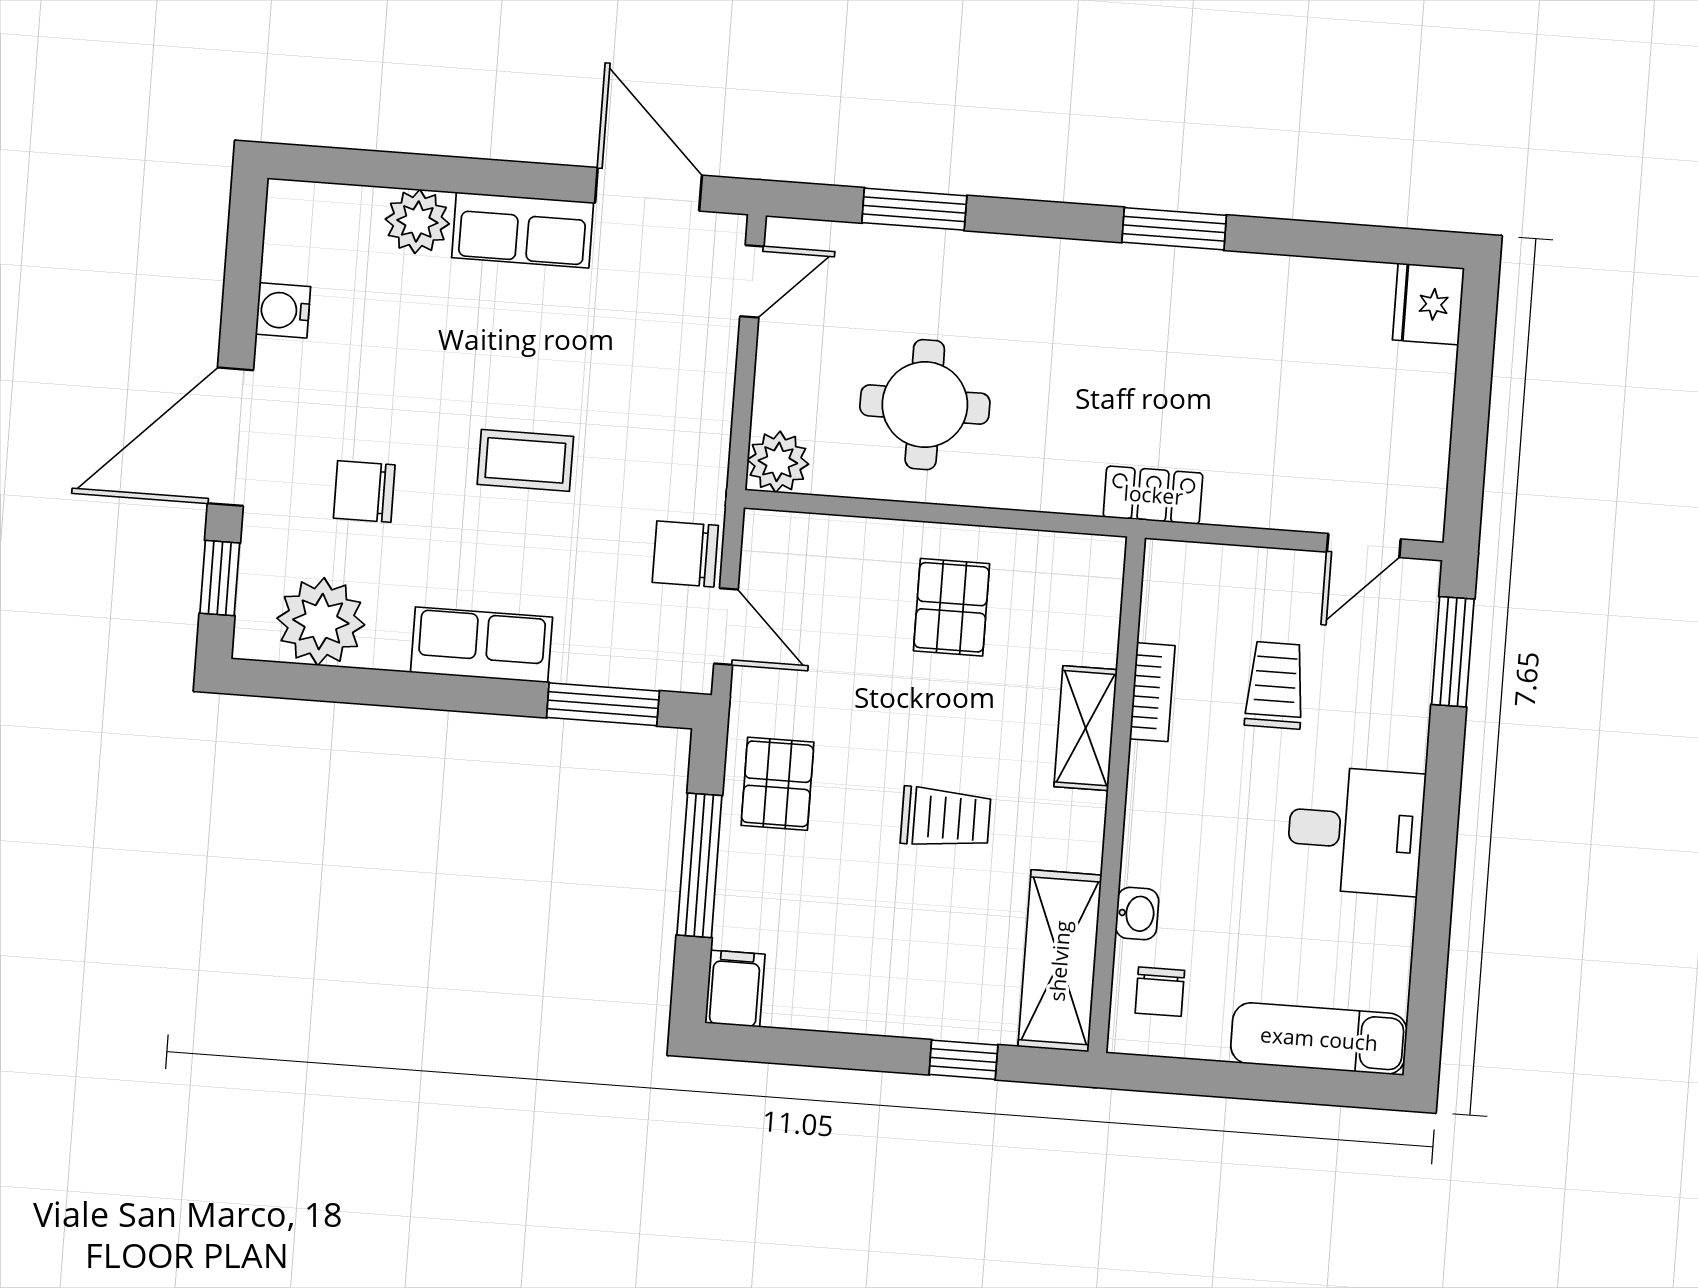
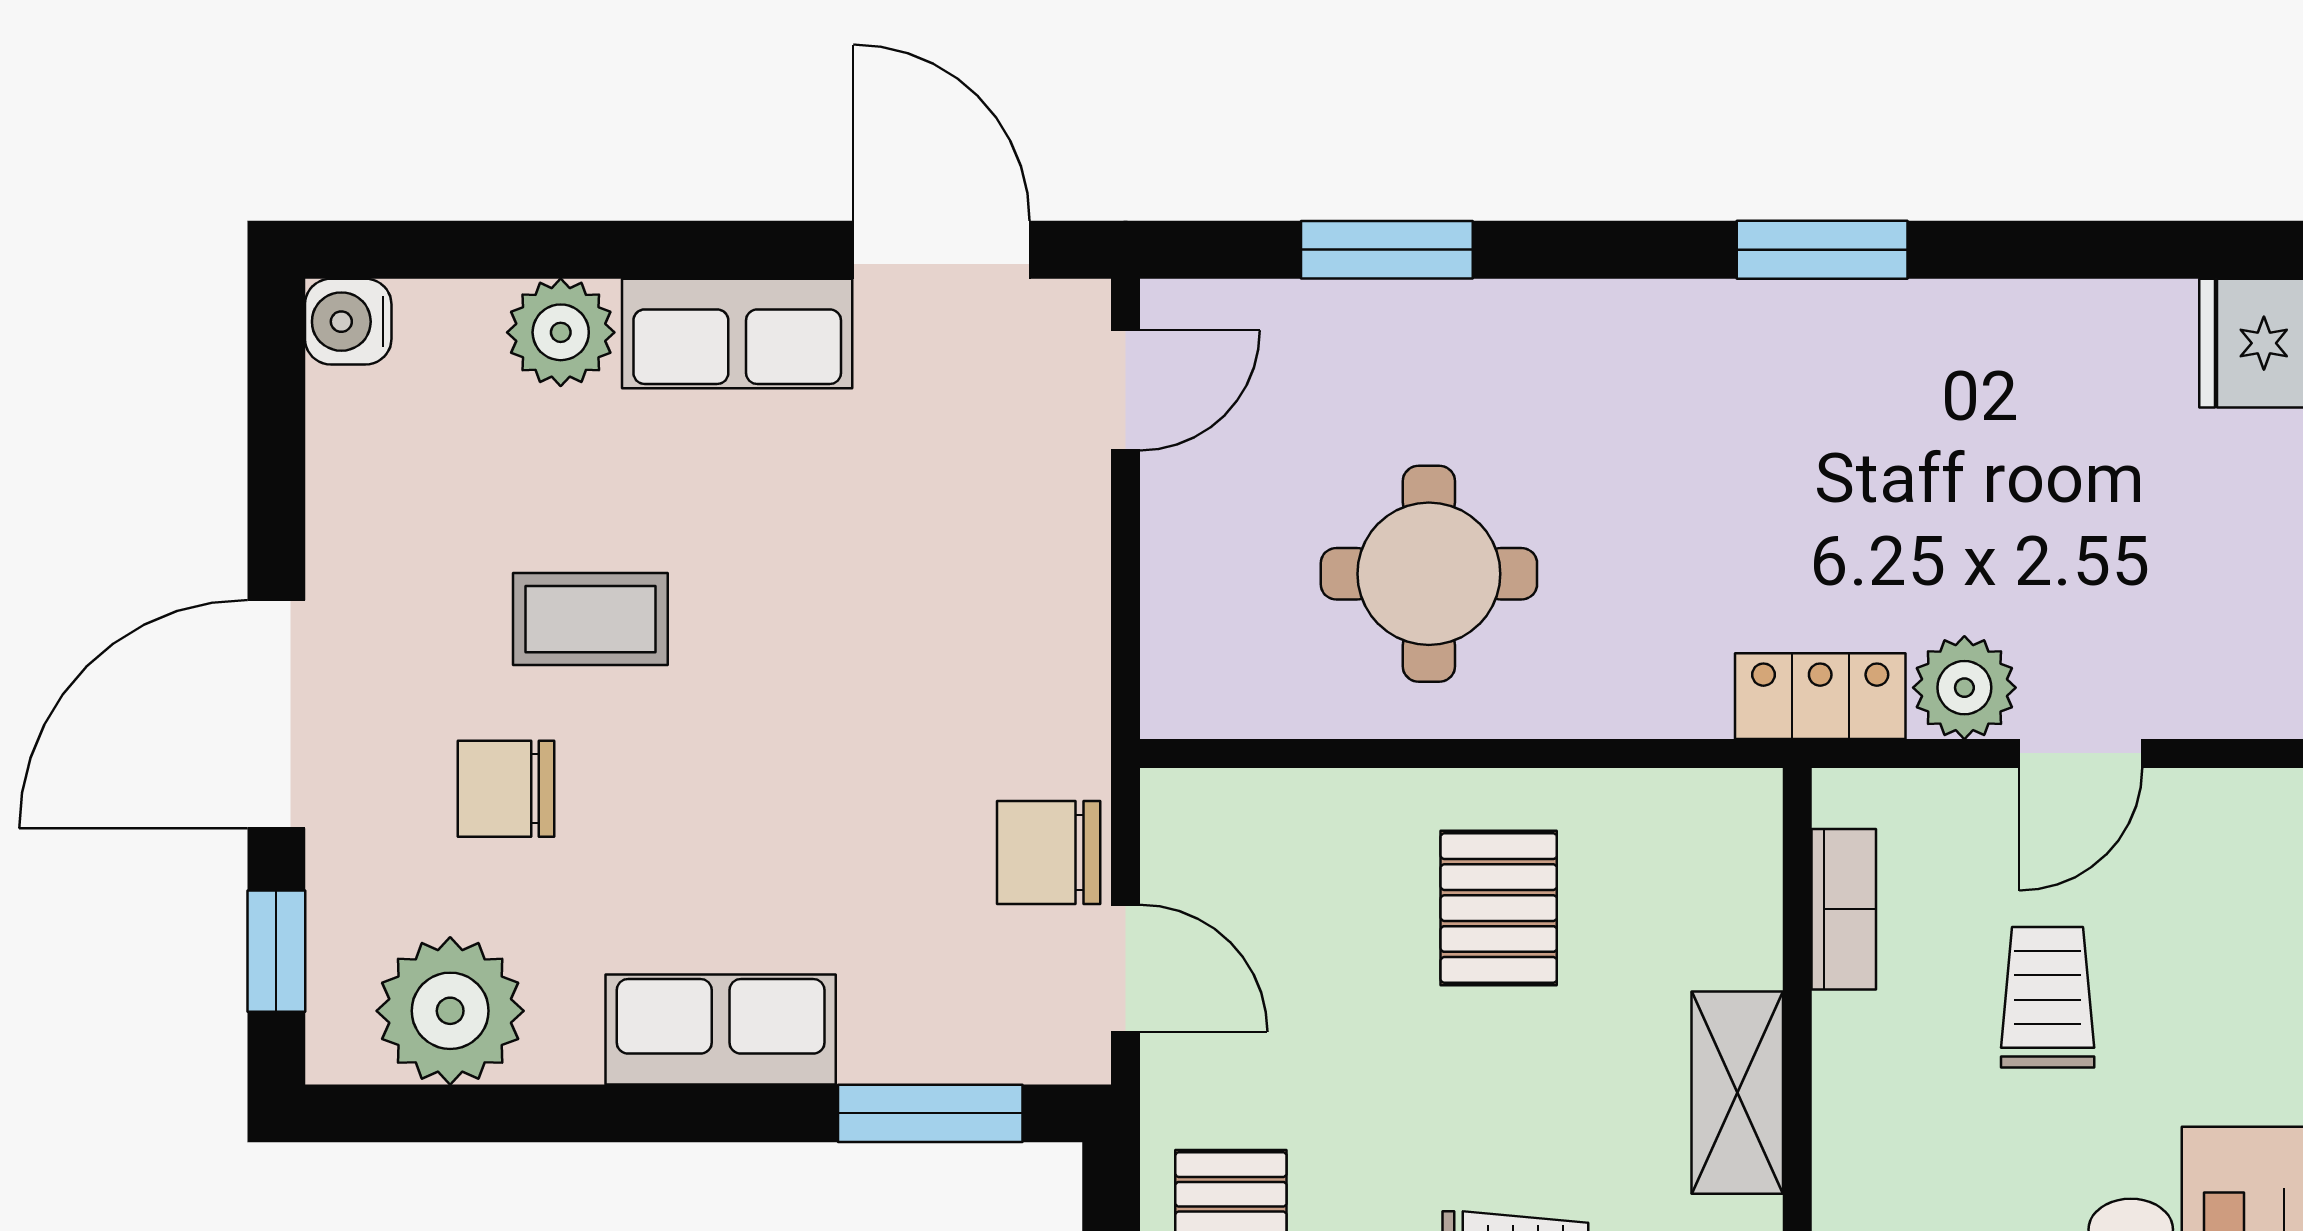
water cooler: (283, 310) -> (348, 322), moved
coffee table: (525, 460) -> (590, 619), moved
plant: (778, 462) -> (1964, 688), moved
door: (1364, 545) -> (2081, 753), moved
bookcase: (1152, 692) -> (1844, 909), moved

